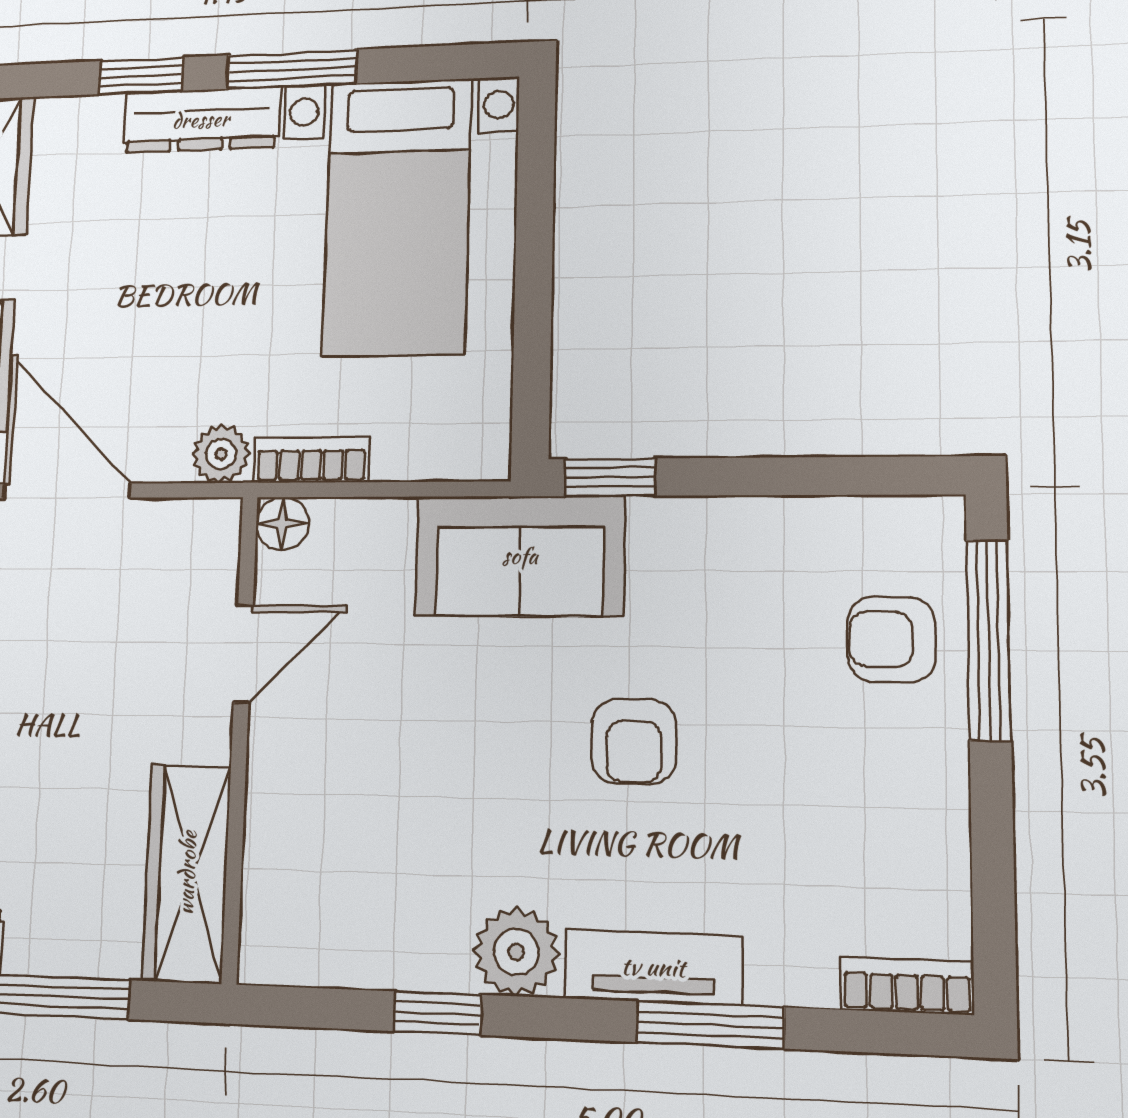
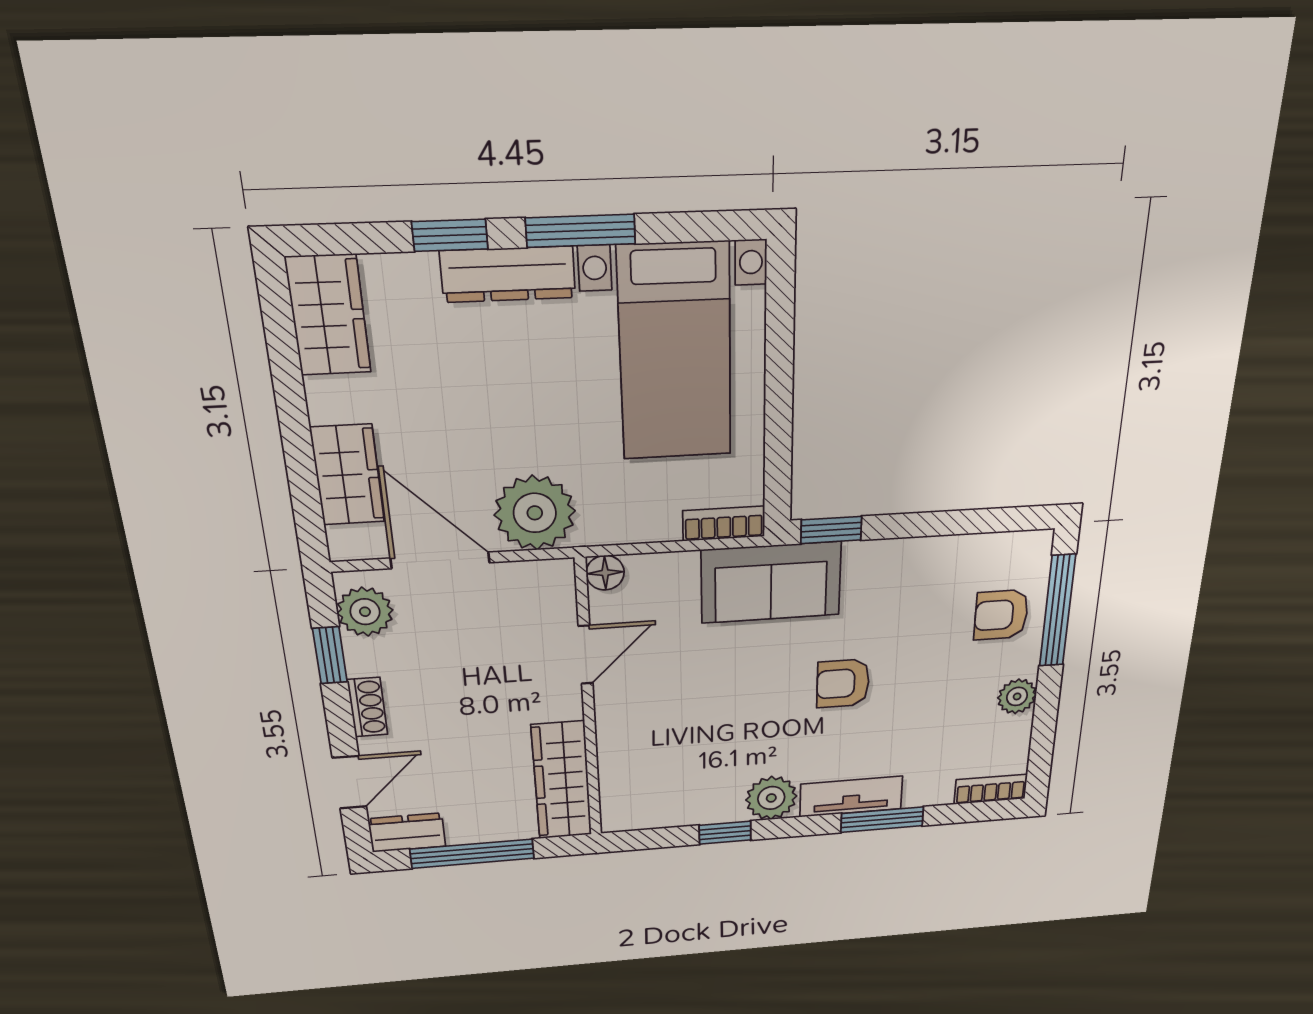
plant: (221, 454) -> (535, 513), width x1.88, depth x1.88
bookcase: (311, 460) -> (724, 524), moved
armchair: (634, 741) -> (843, 683), turned 90
plant: (936, 797) -> (1017, 696), added

